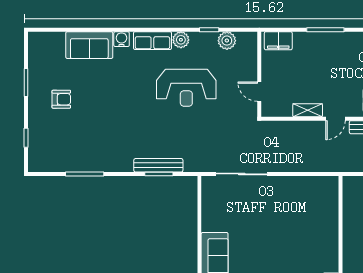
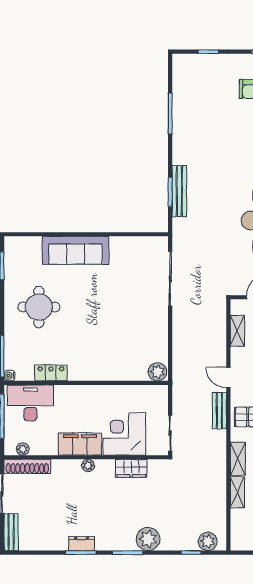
shelving: (308, 110) -> (237, 331), moved
plant: (330, 186) -> (157, 372), added

